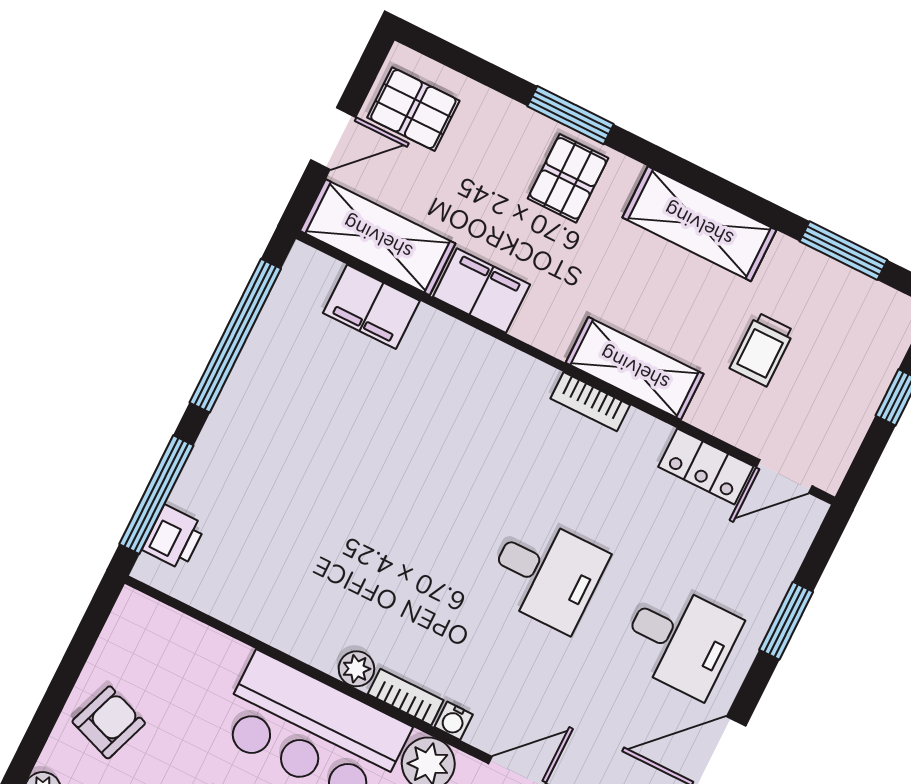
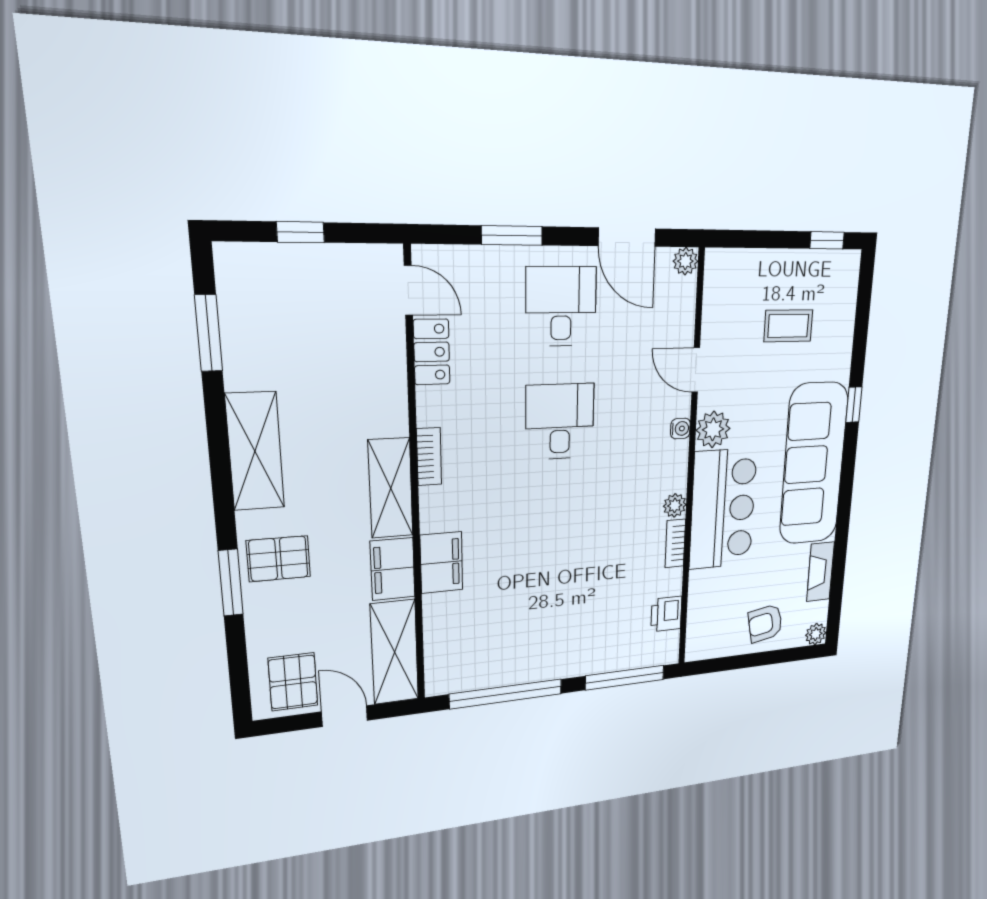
filing cabinet: (371, 307) -> (441, 563), moved
trolley: (762, 349) -> (323, 356), removed
shelving: (635, 368) -> (391, 488), moved
printer: (174, 537) -> (666, 614), moved, turned -90
bookcase: (406, 697) -> (675, 543), moved
armchair: (109, 722) -> (765, 623), turned -31

